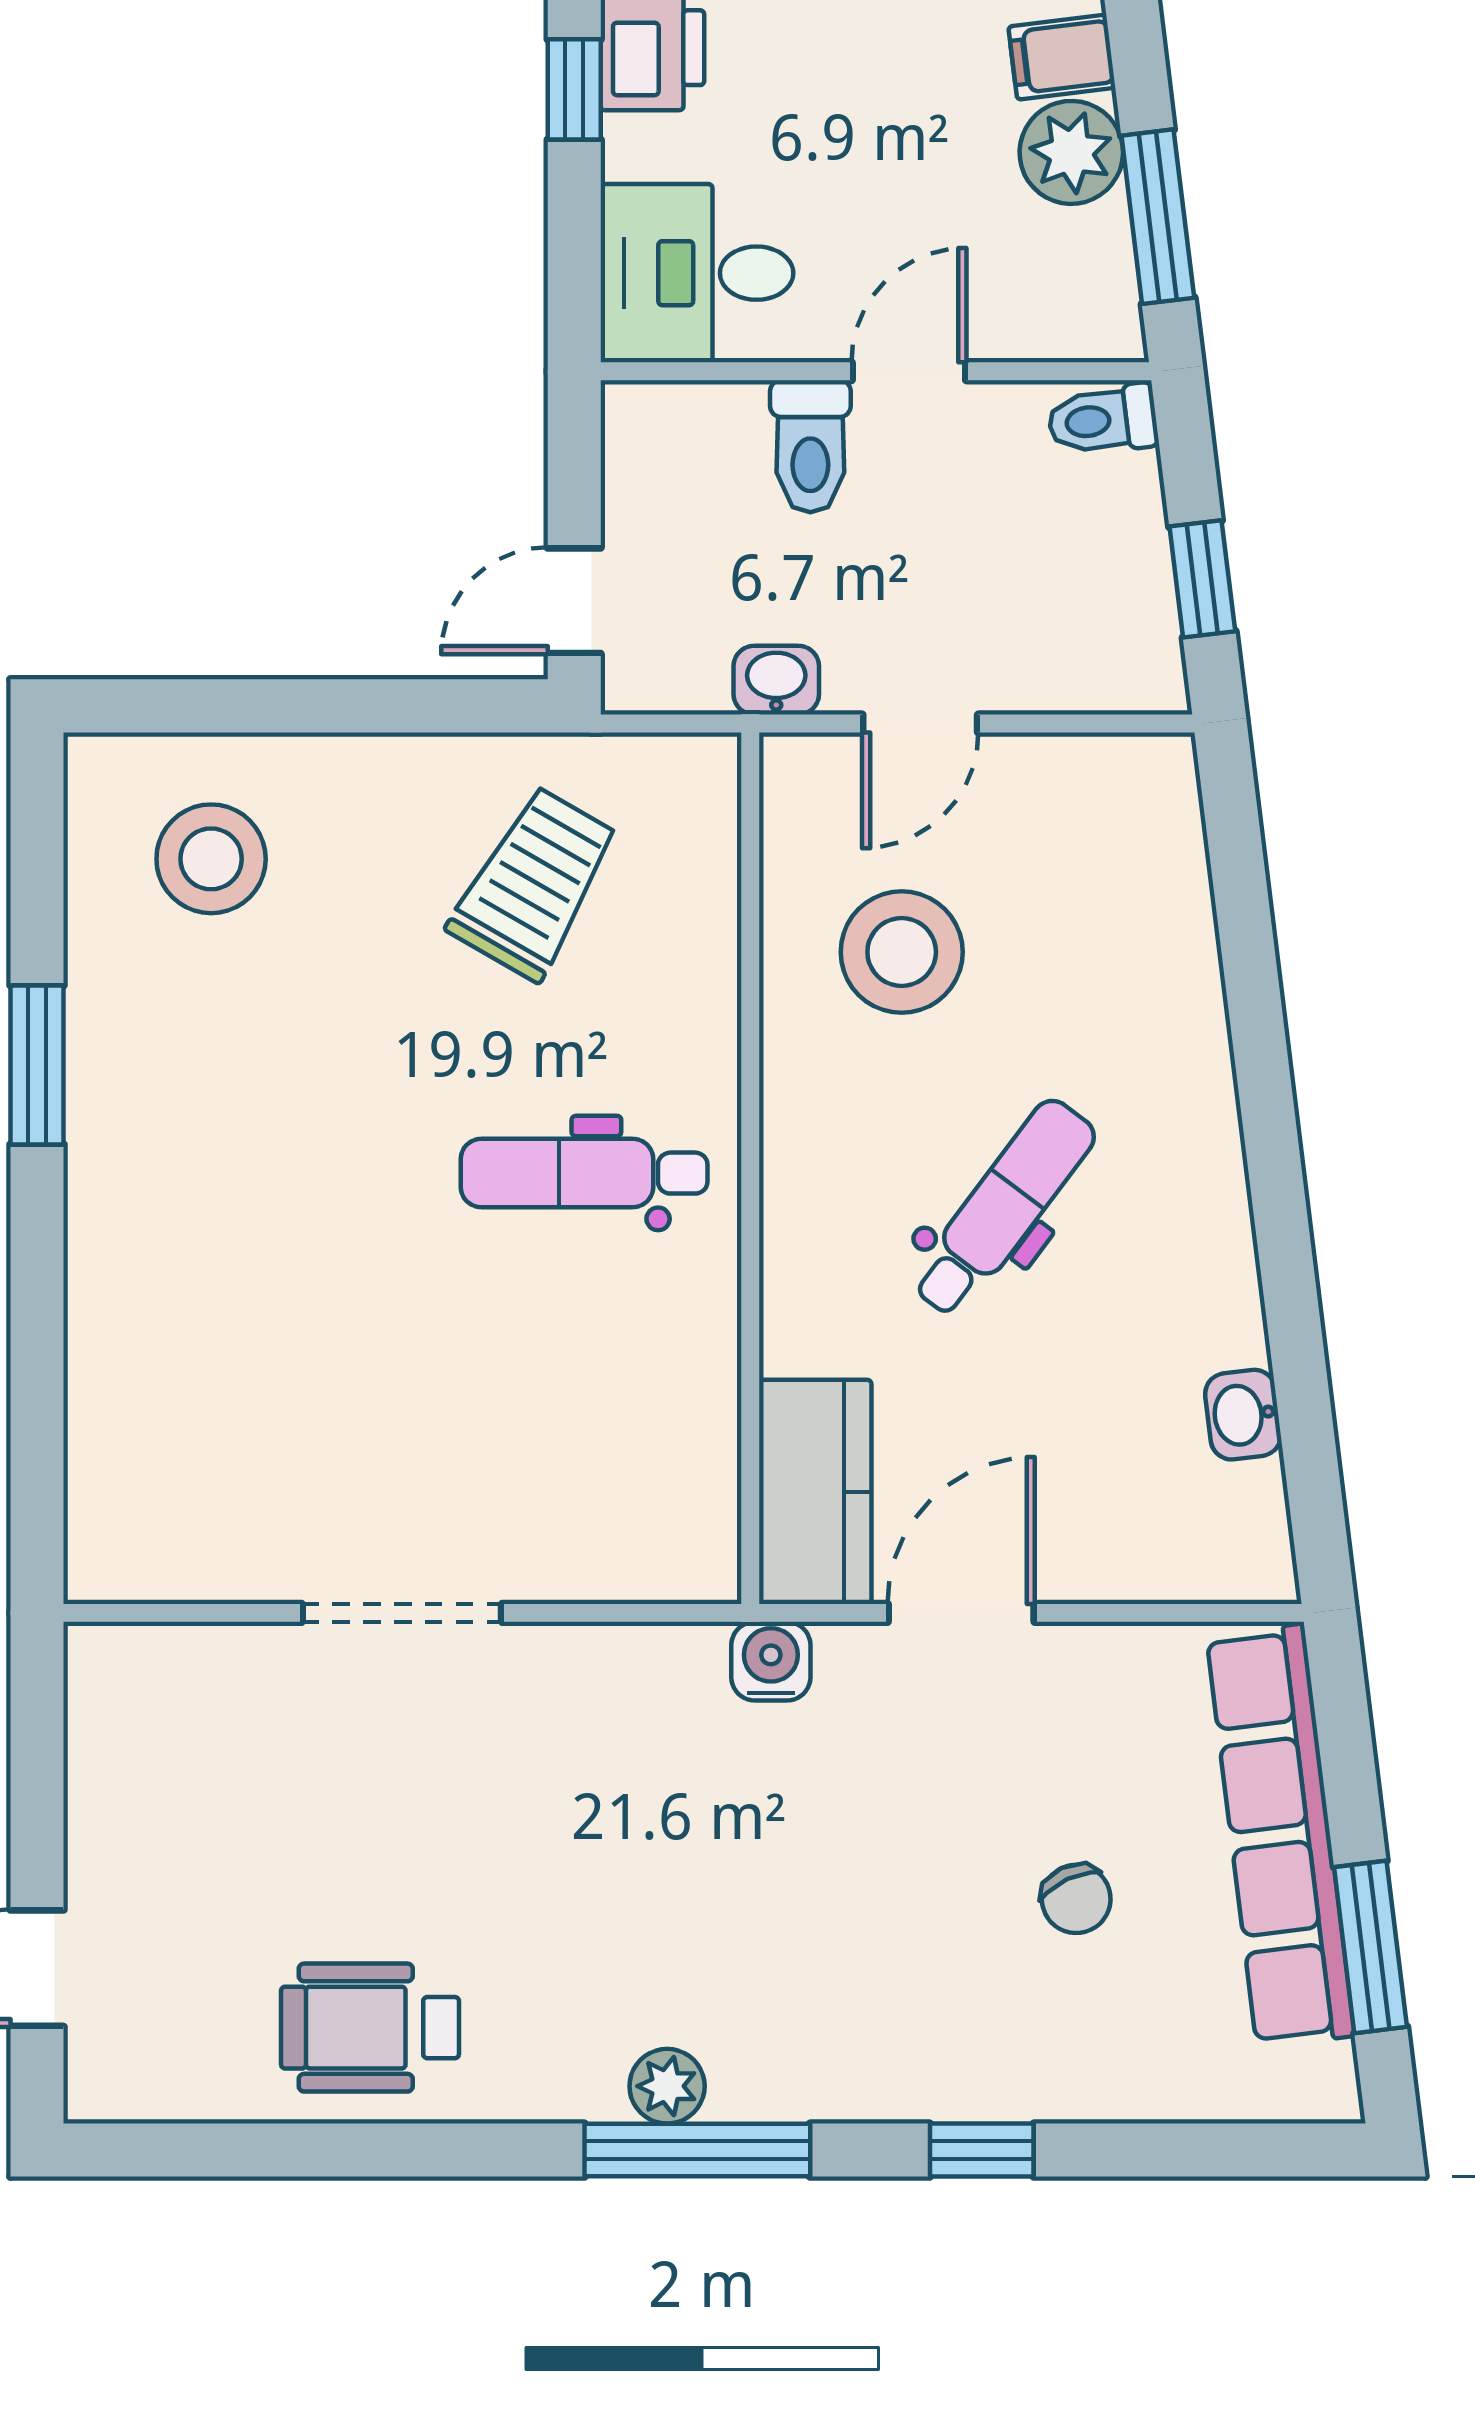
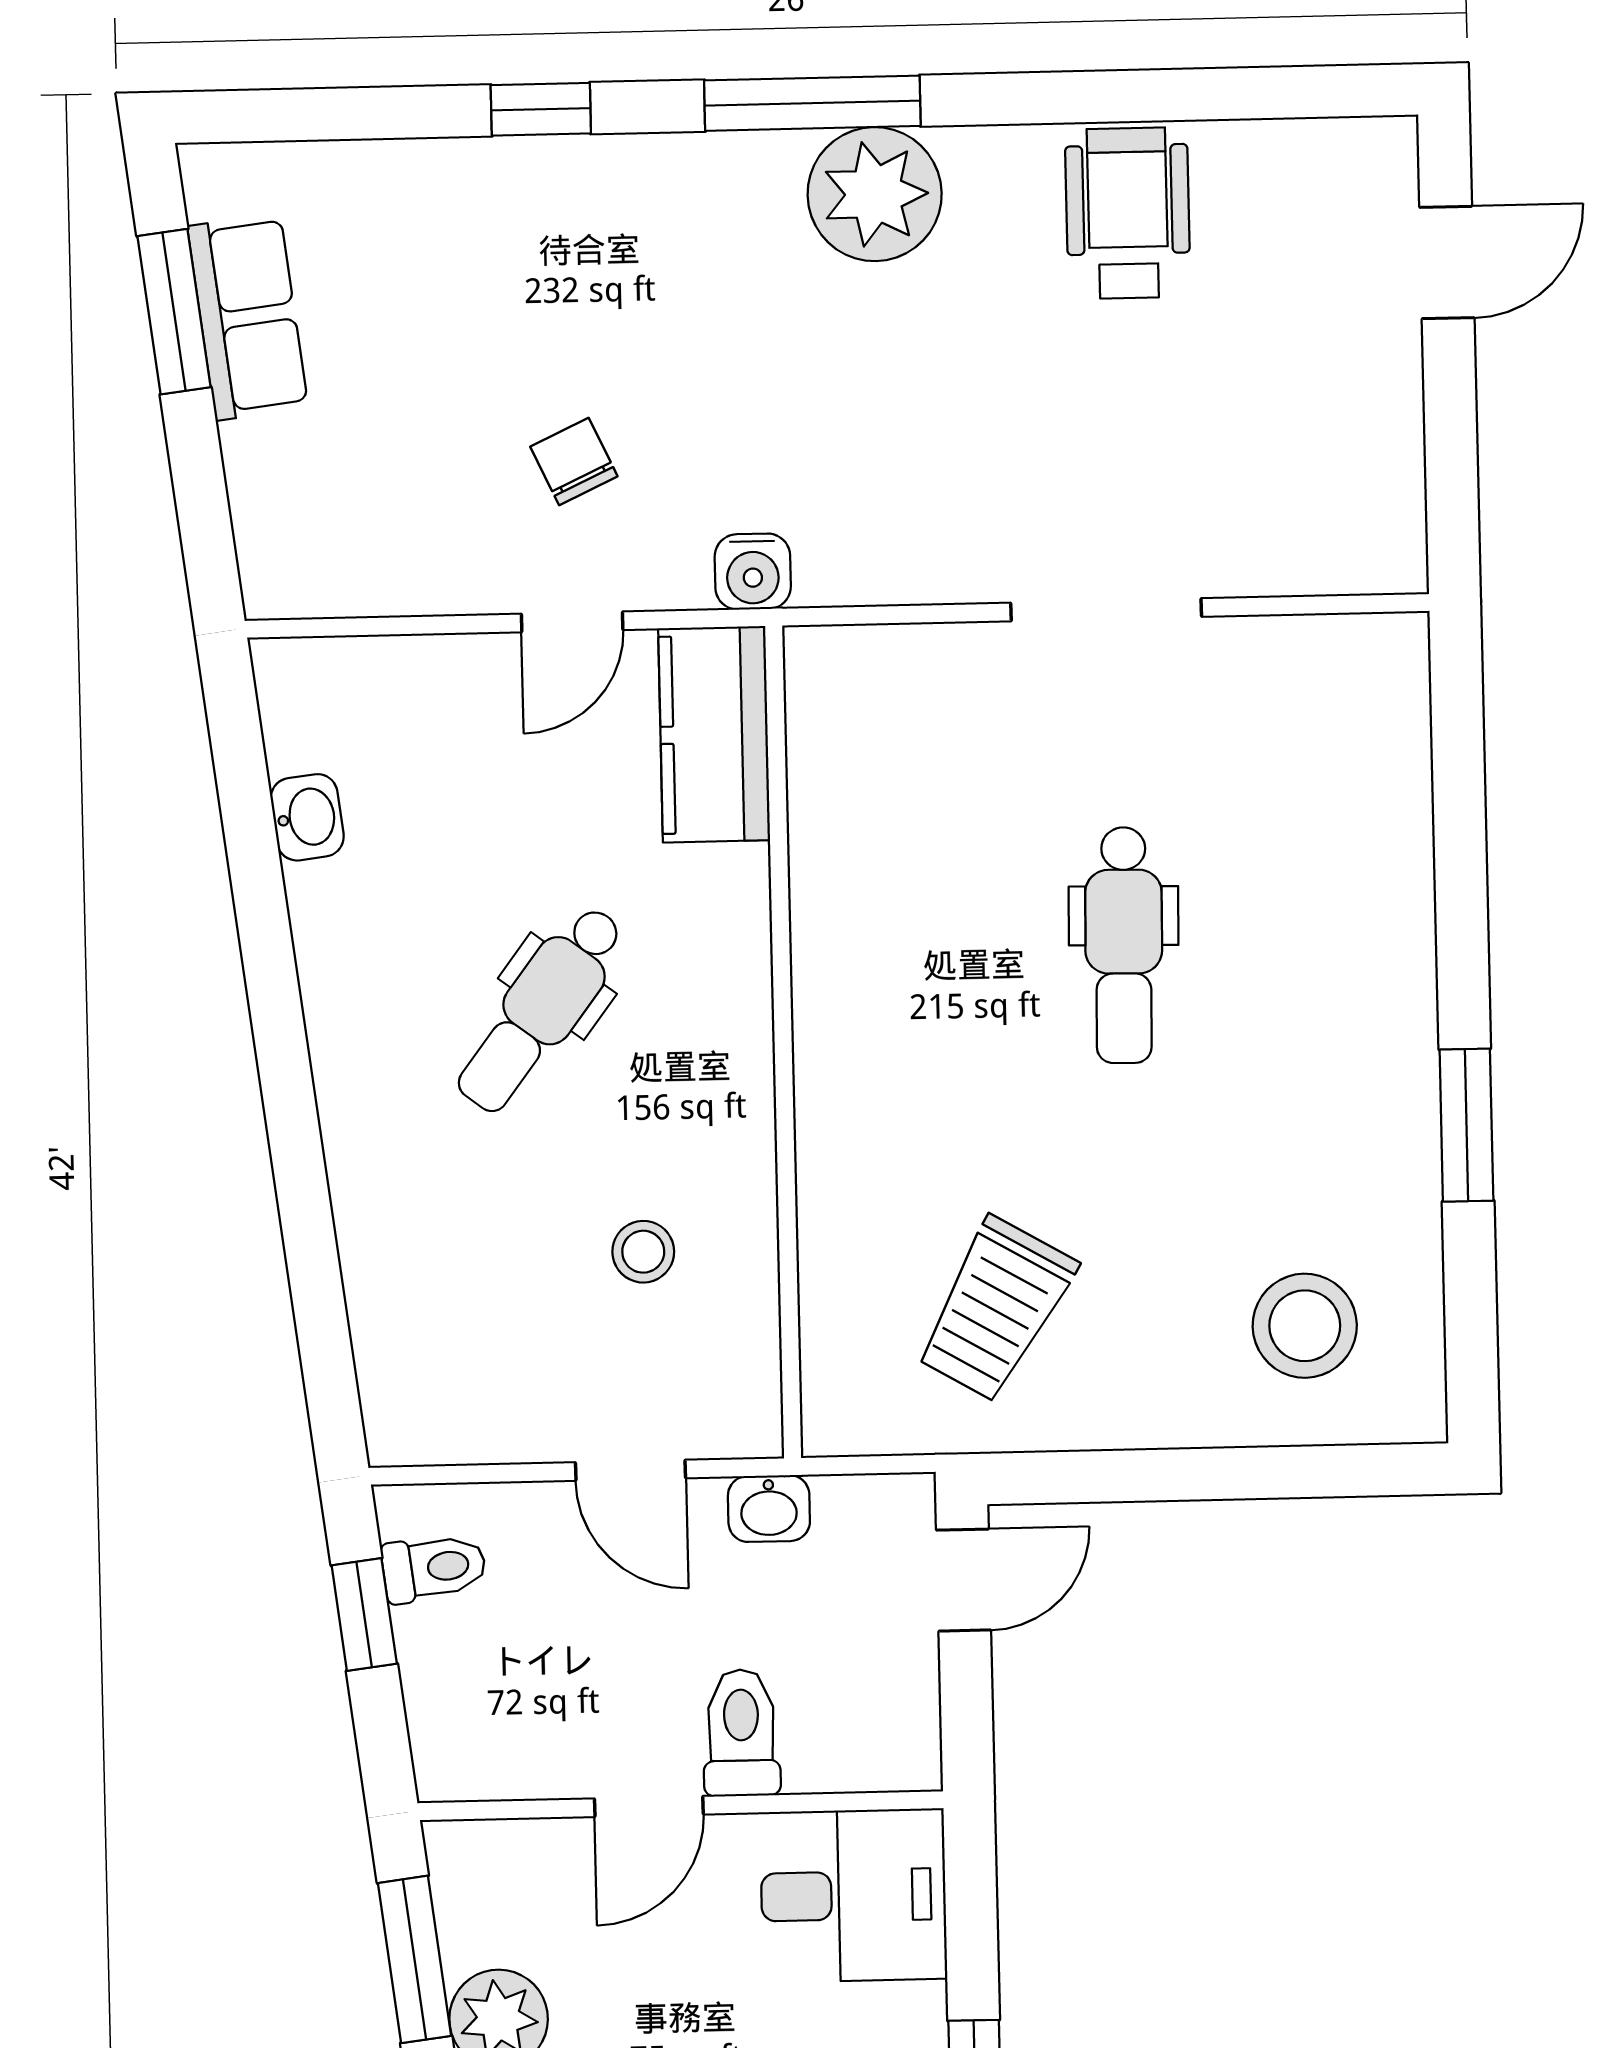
toilet: (1103, 420) -> (434, 1568), moved
door: (920, 724) -> (631, 1470), swing flipped
stool: (902, 952) -> (643, 1252), width x0.53, depth x0.53
dental chair: (584, 1173) -> (1124, 945), moved, turned 91
door: (961, 1613) -> (572, 622), width x0.73
row of seats: (1280, 1836) -> (248, 317), width x0.50
chair: (1076, 1899) -> (574, 462), moved
wheelchair: (370, 2028) -> (1128, 213), turned -90
plant: (667, 2086) -> (875, 194), width x1.88, depth x1.88

